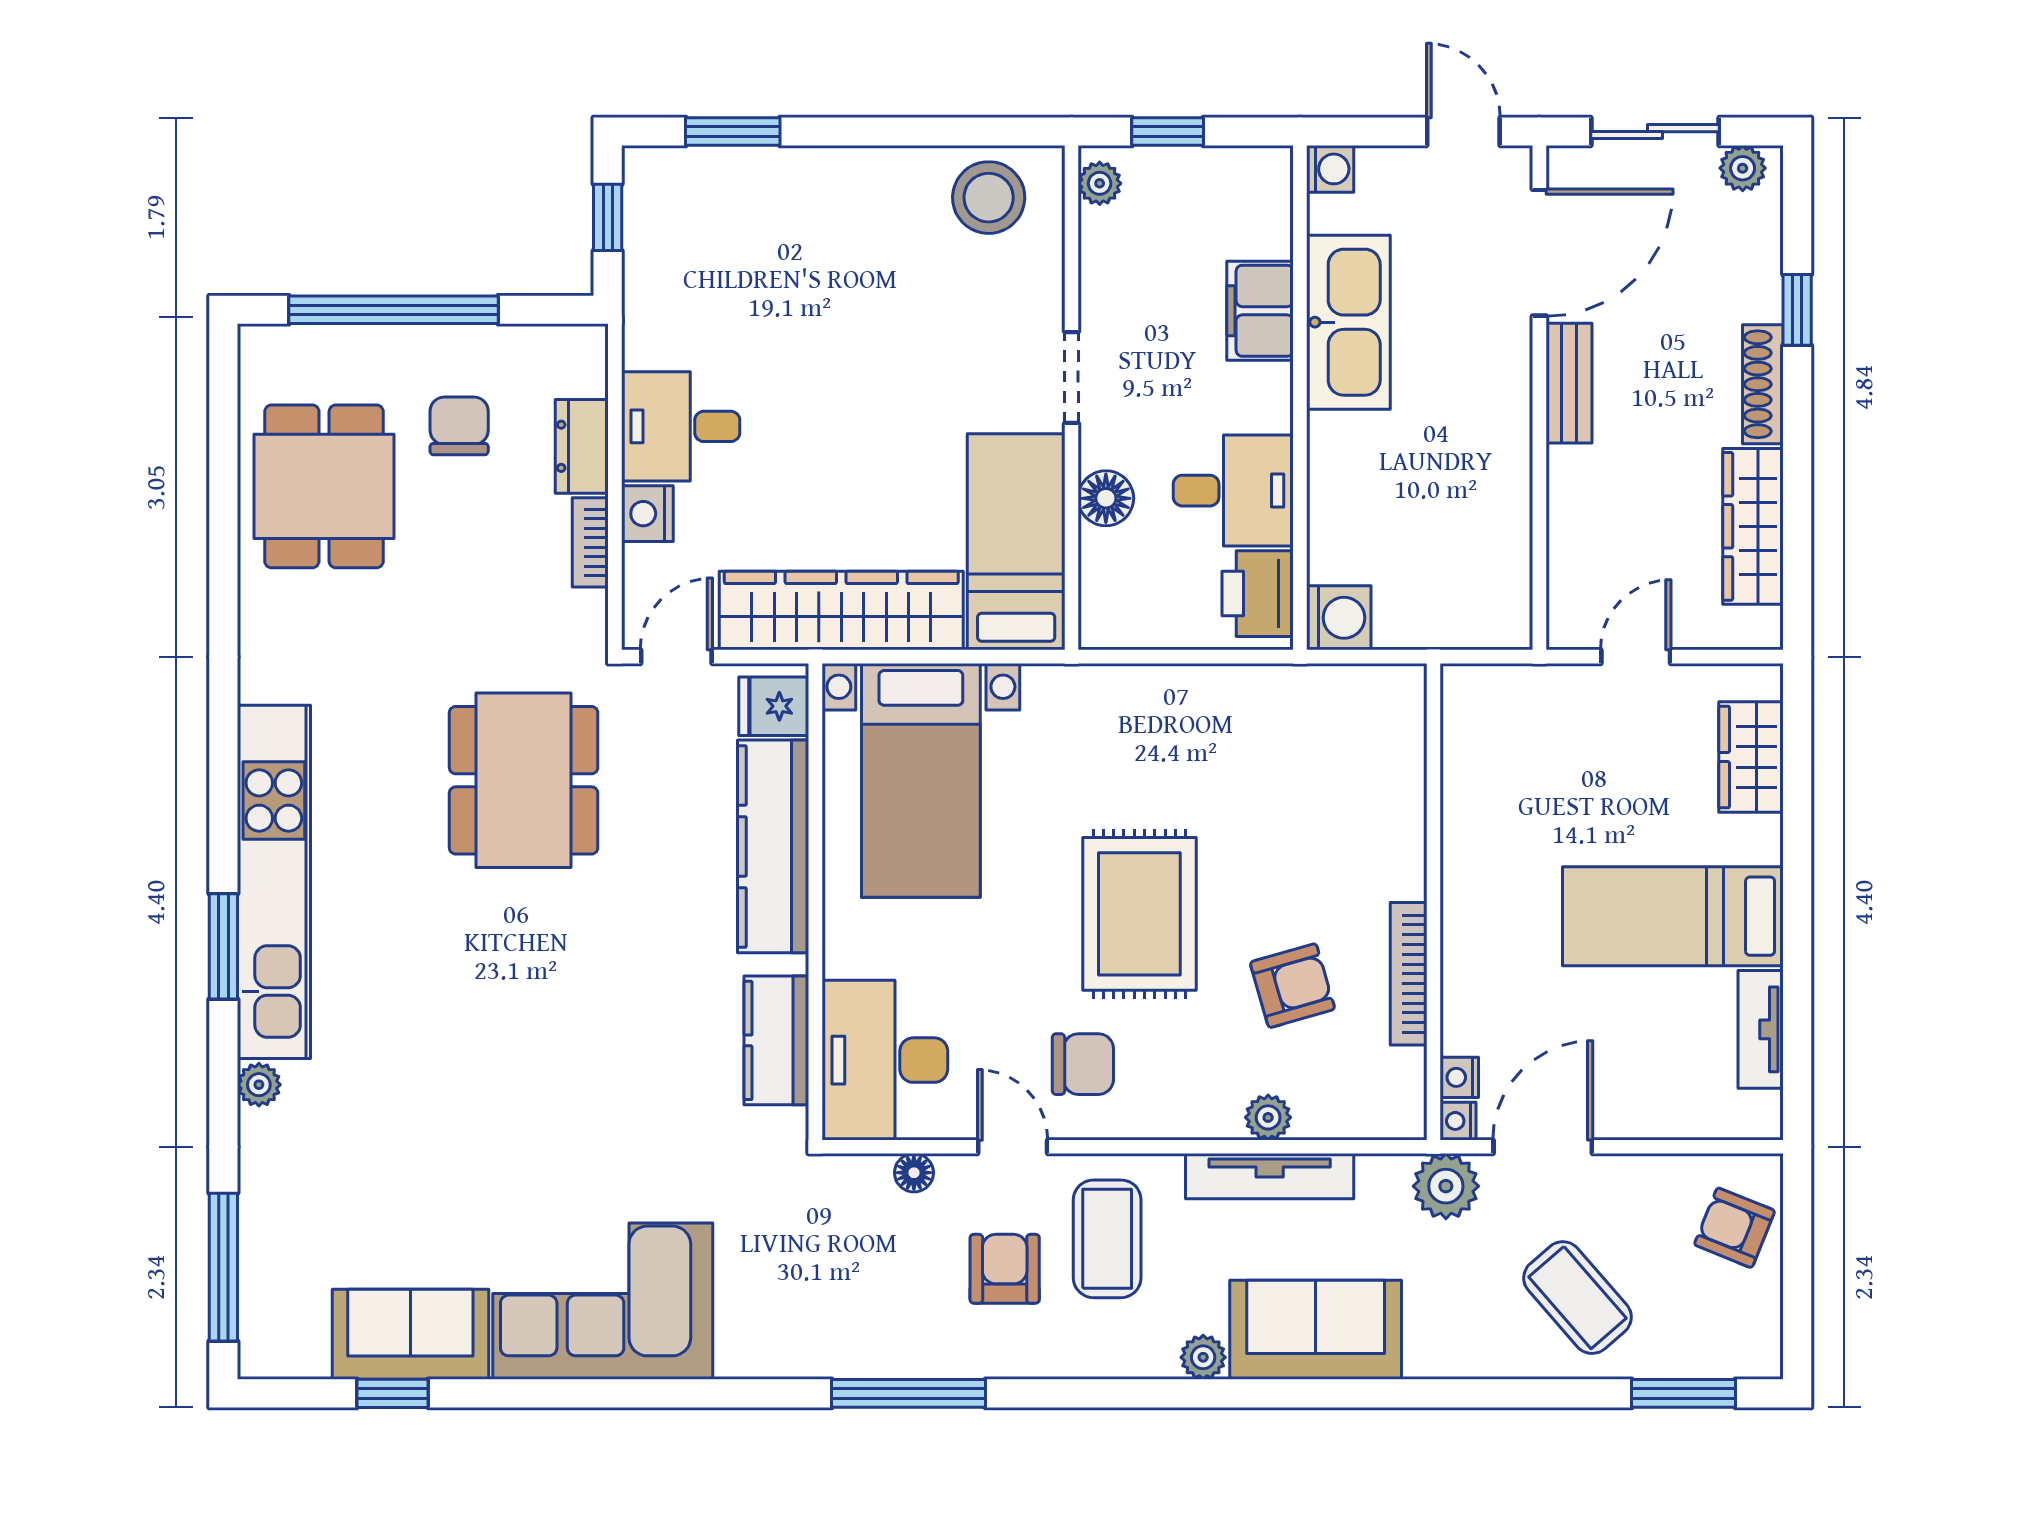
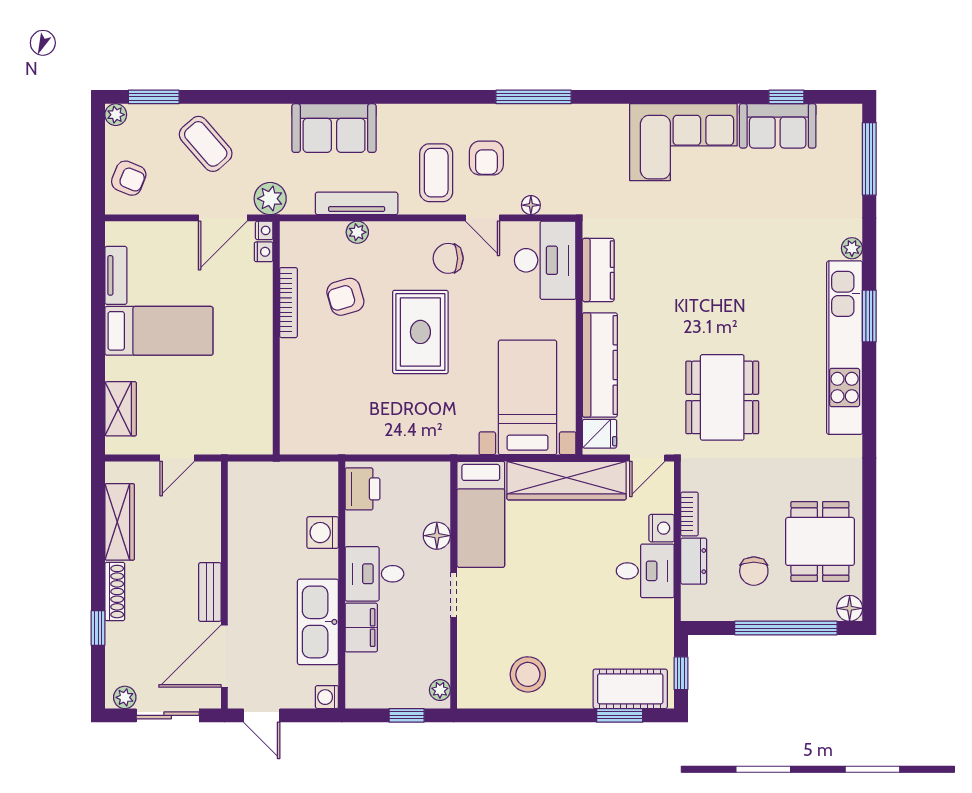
cot: (711, 186) -> (630, 689), added
stool: (989, 198) -> (528, 674), moved
floor lamp: (264, 350) -> (850, 608), added
desk: (1233, 491) -> (374, 574), moved
washing machine: (1339, 618) -> (323, 533), moved
plant: (1203, 1357) -> (116, 115), moved

